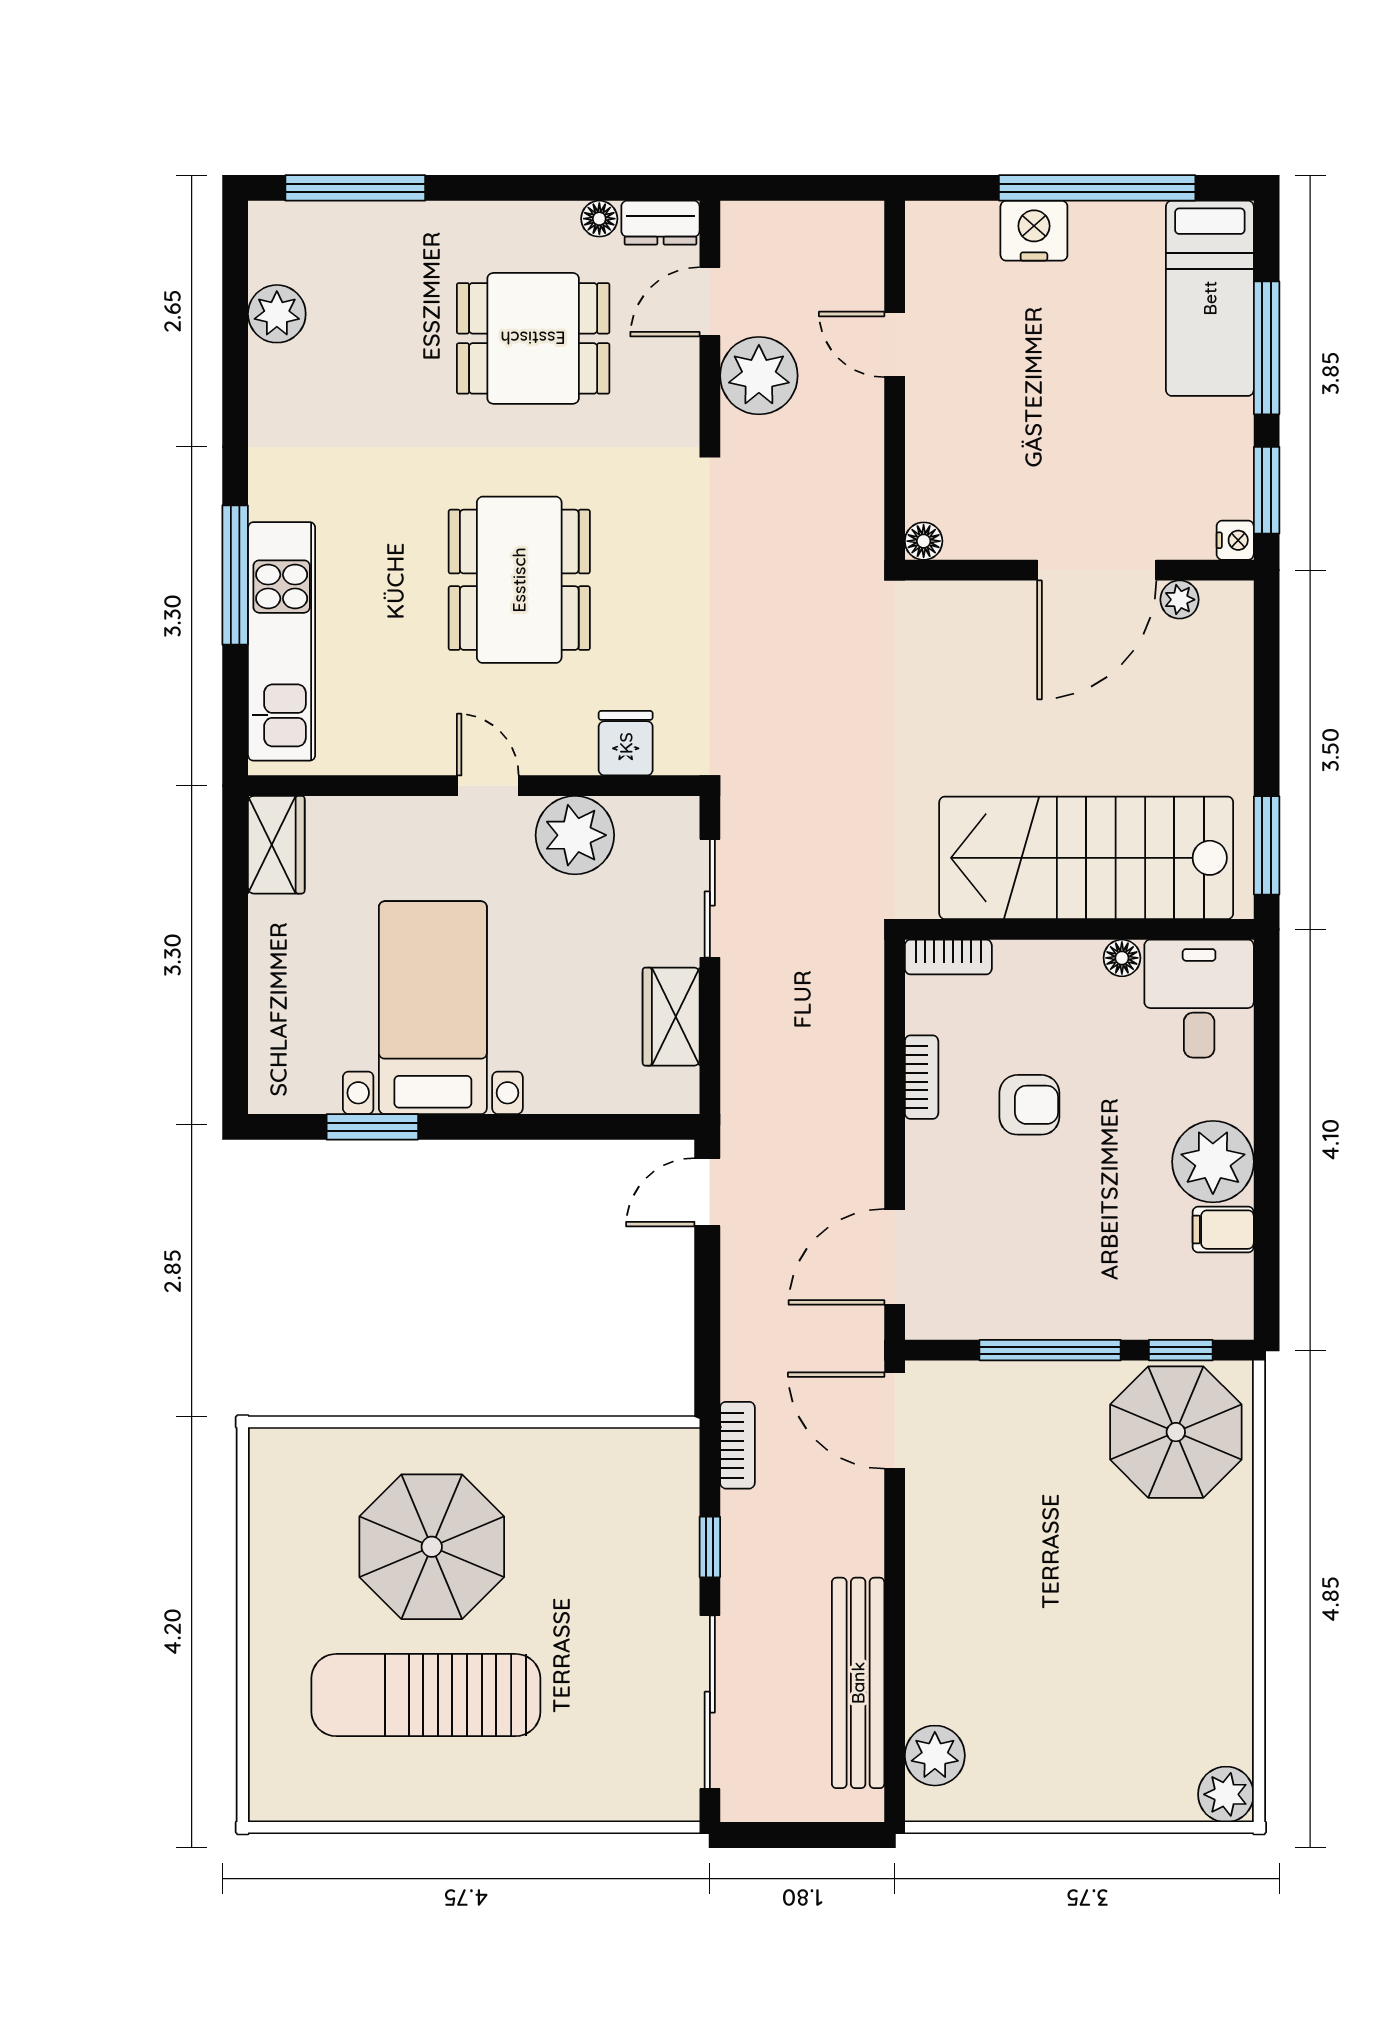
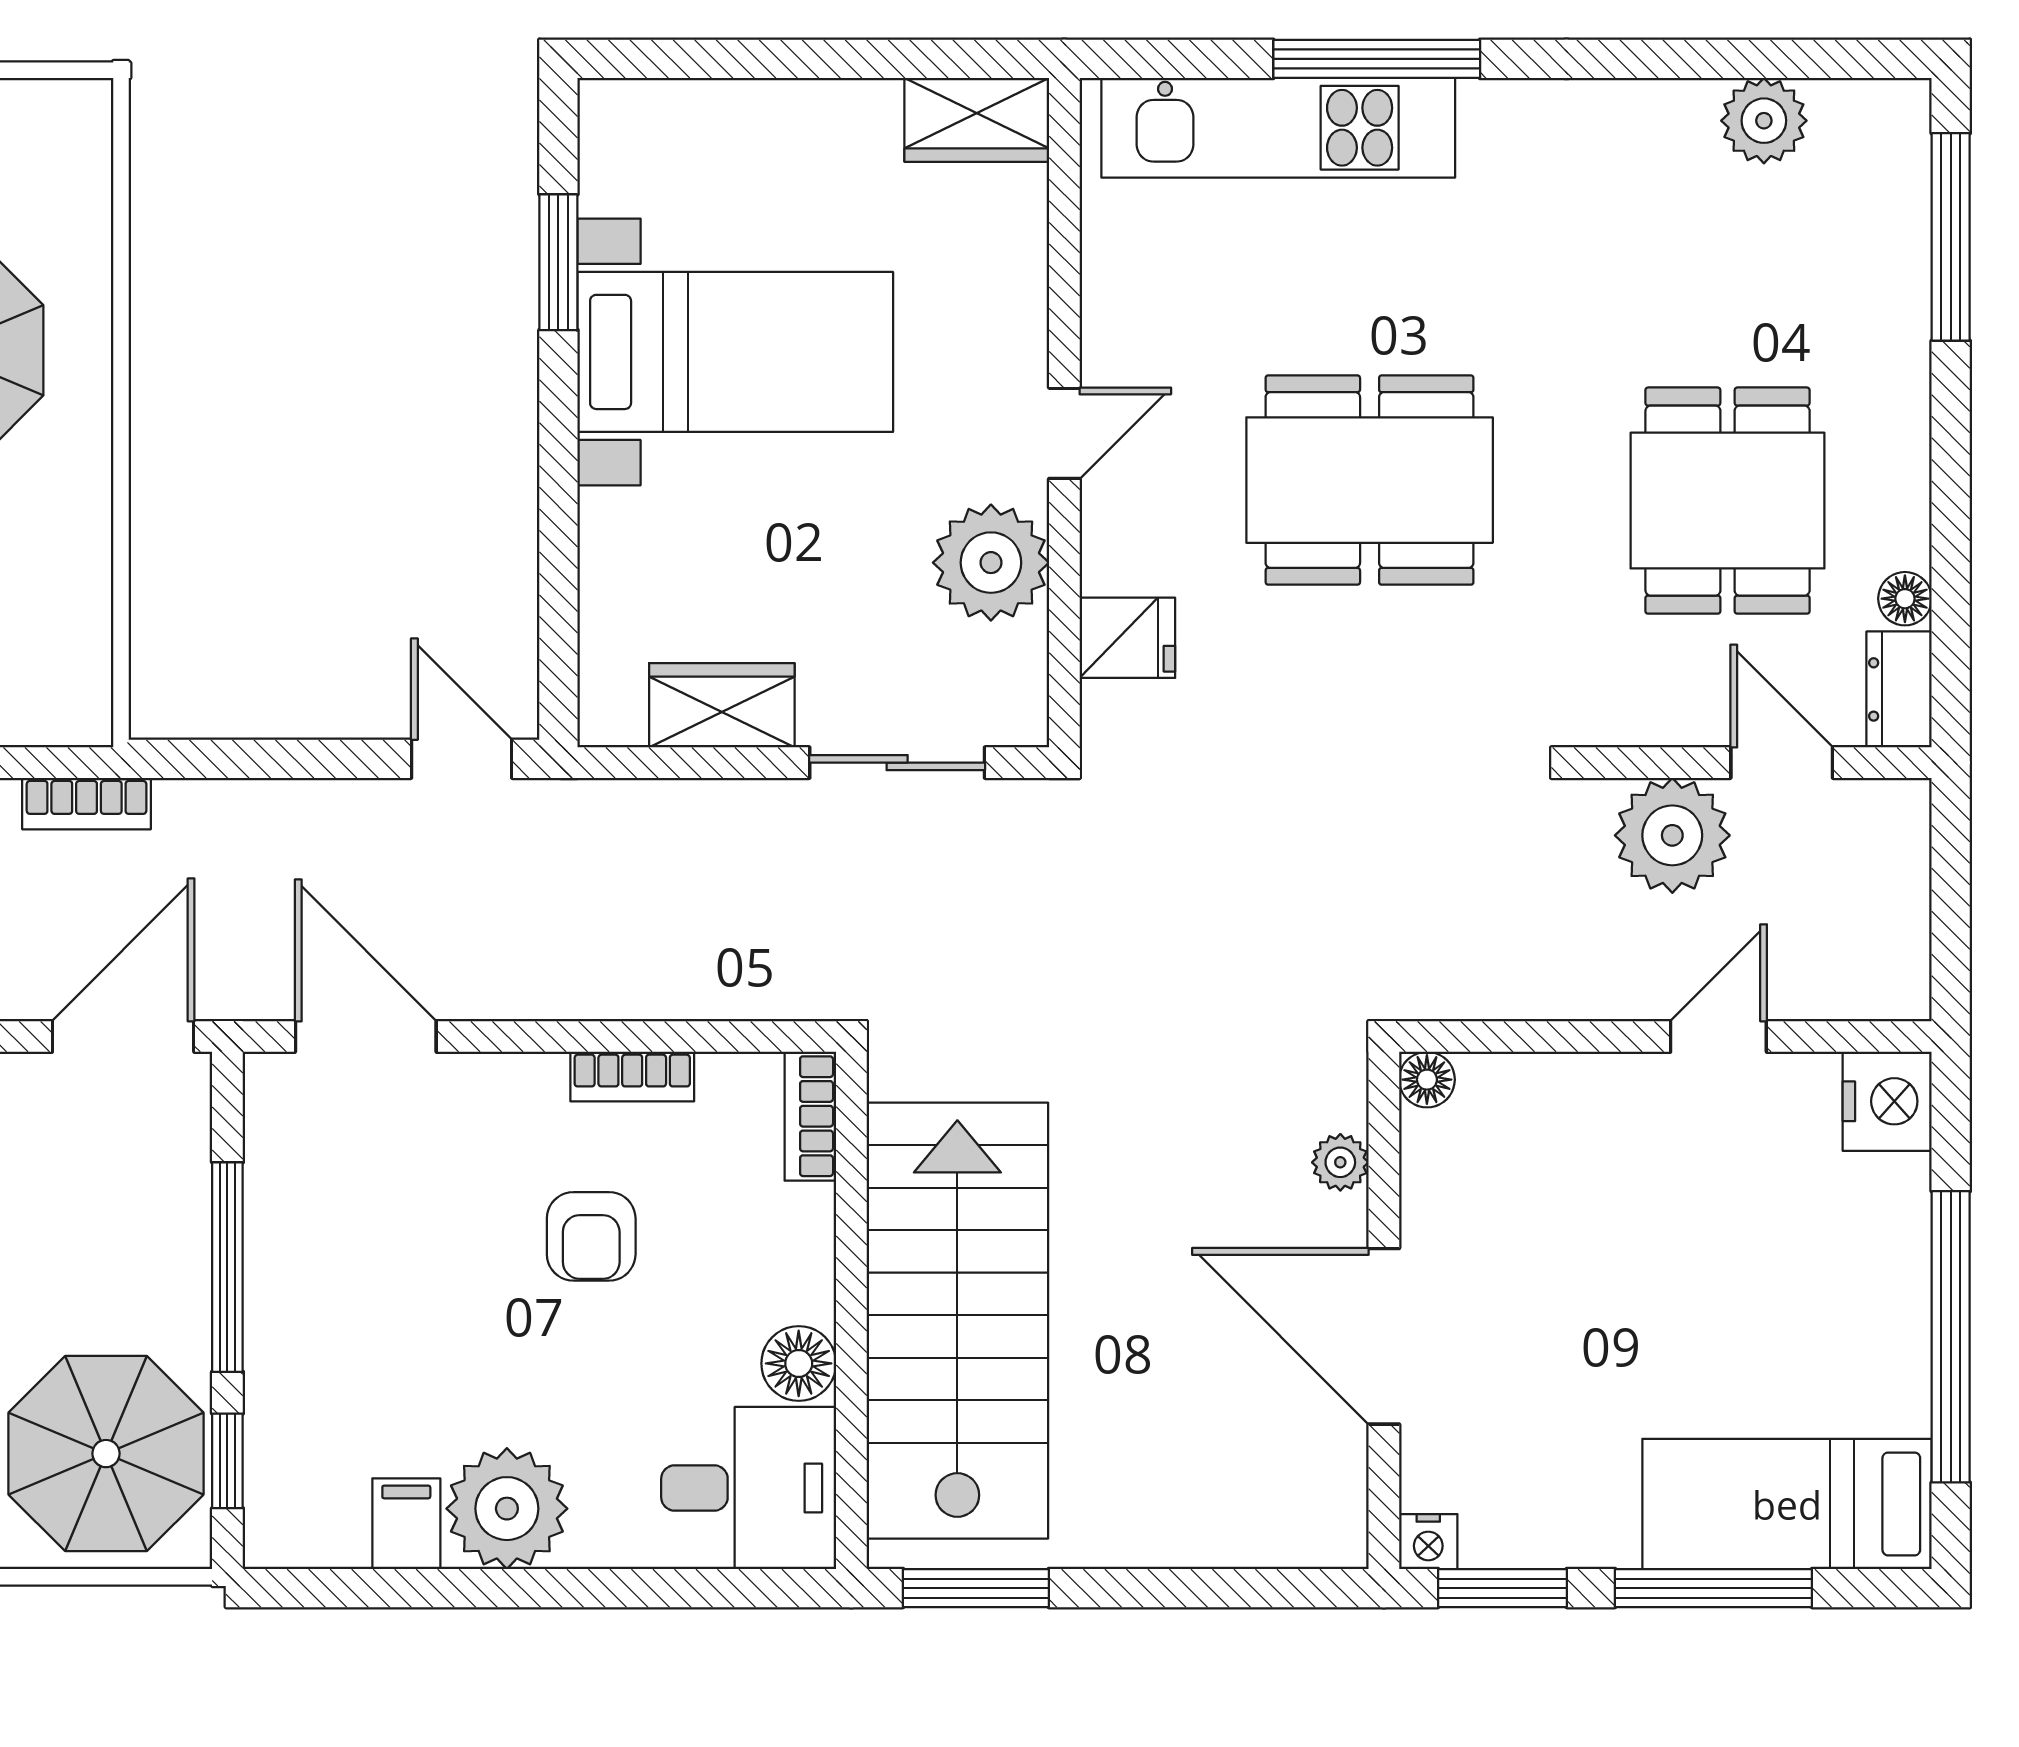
nightstand: (1034, 231) -> (1887, 1101), moved
plant: (1180, 600) -> (1340, 1162), moved
floor lamp: (1122, 958) -> (799, 1363), width x1.37, depth x1.37

